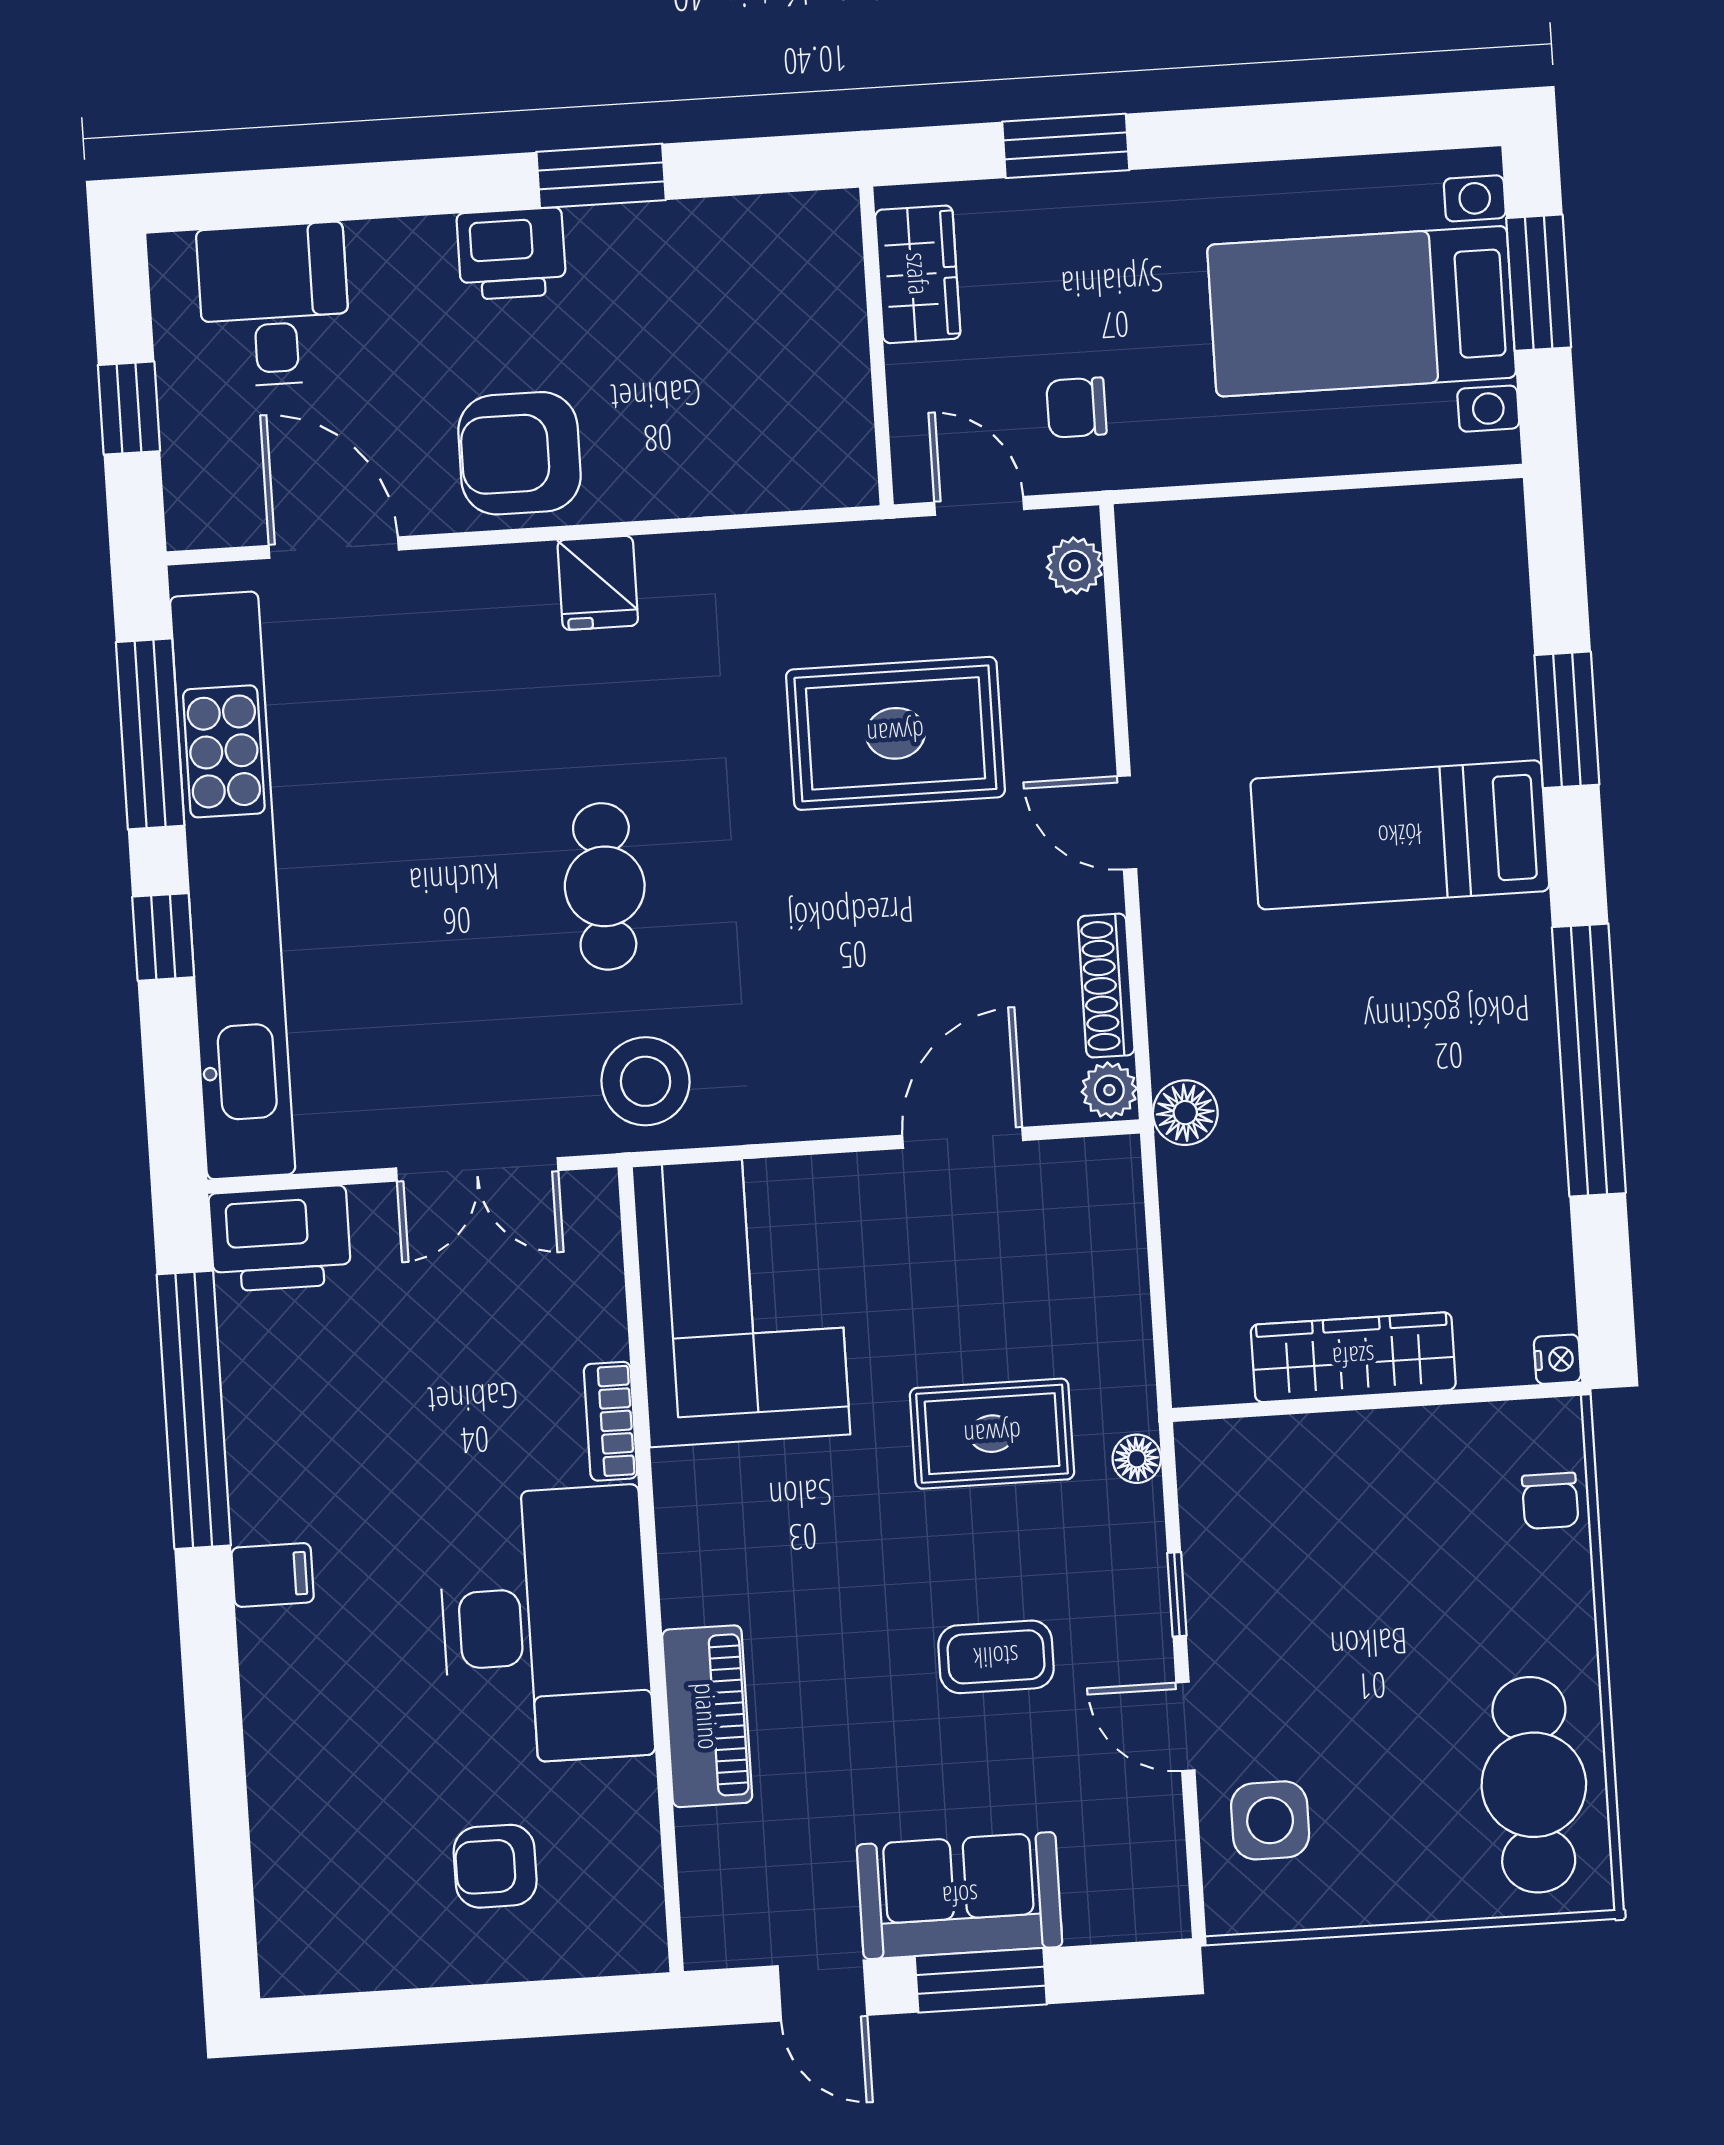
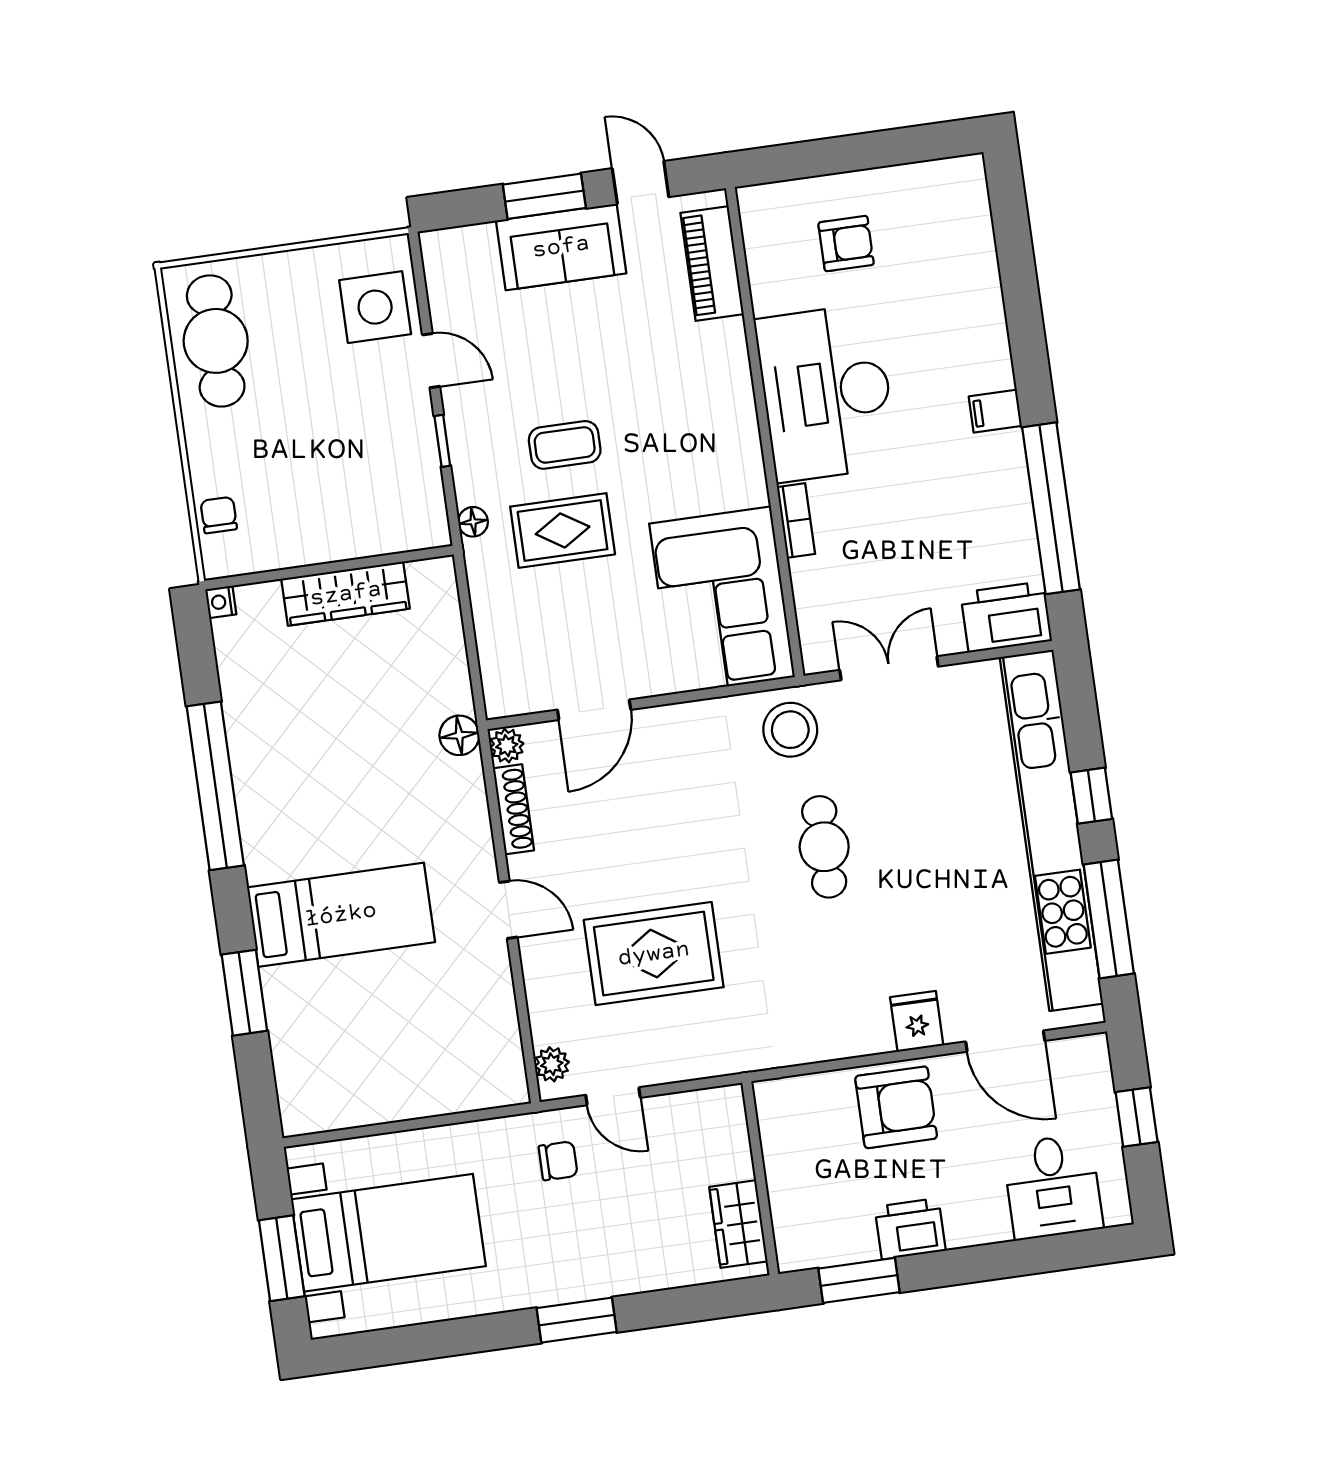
wardrobe: (918, 274) -> (738, 1224), moved
wall: (876, 346) -> (760, 1178), moved
fridge: (598, 583) -> (917, 1021), moved
coffee table: (996, 1657) -> (565, 445), moved
piano: (707, 1716) -> (712, 264), moved
side table: (1270, 1820) -> (375, 307), width x1.37, depth x1.37

